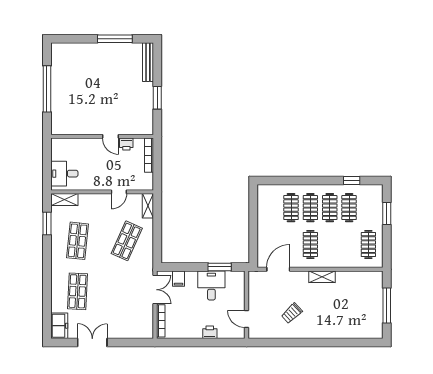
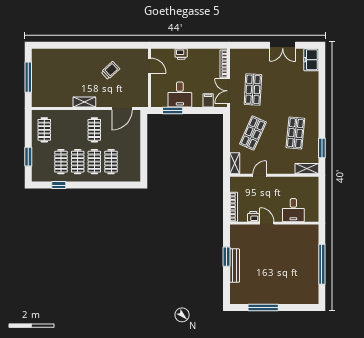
bench: (148, 62) -> (235, 266), moved
desk: (64, 174) -> (293, 210), moved, turned 90
shop shelf: (77, 291) -> (253, 89), moved

